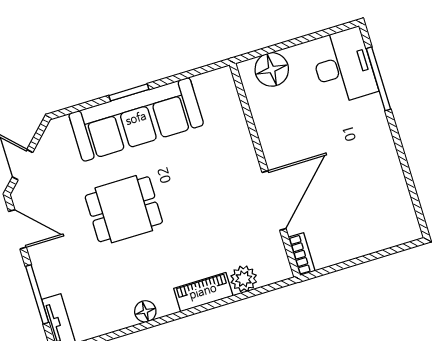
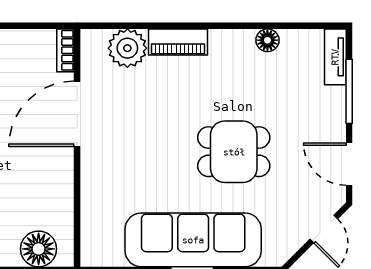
plant: (244, 279) -> (127, 48), width x1.36, depth x1.36
floor lamp: (145, 311) -> (267, 40), moved

